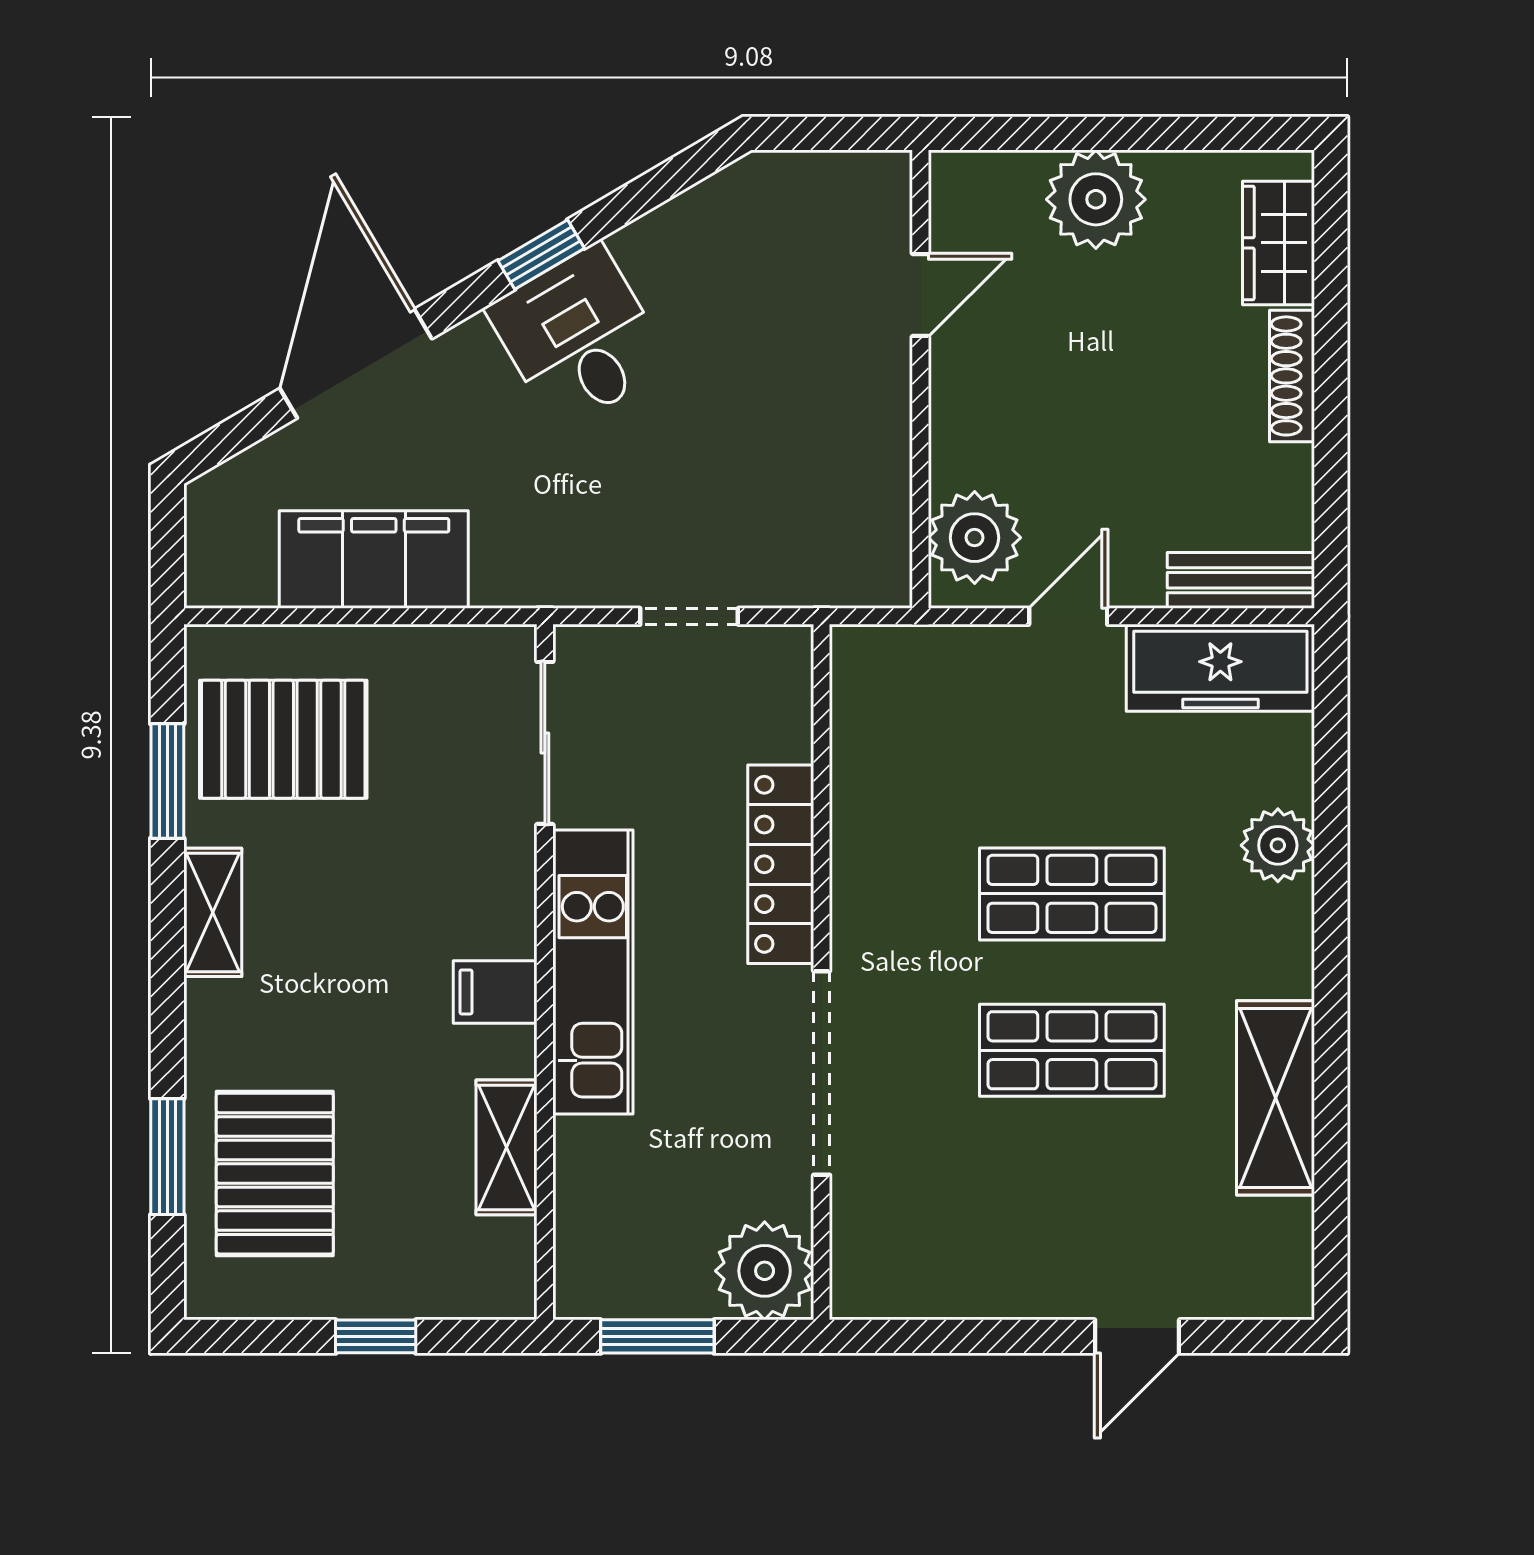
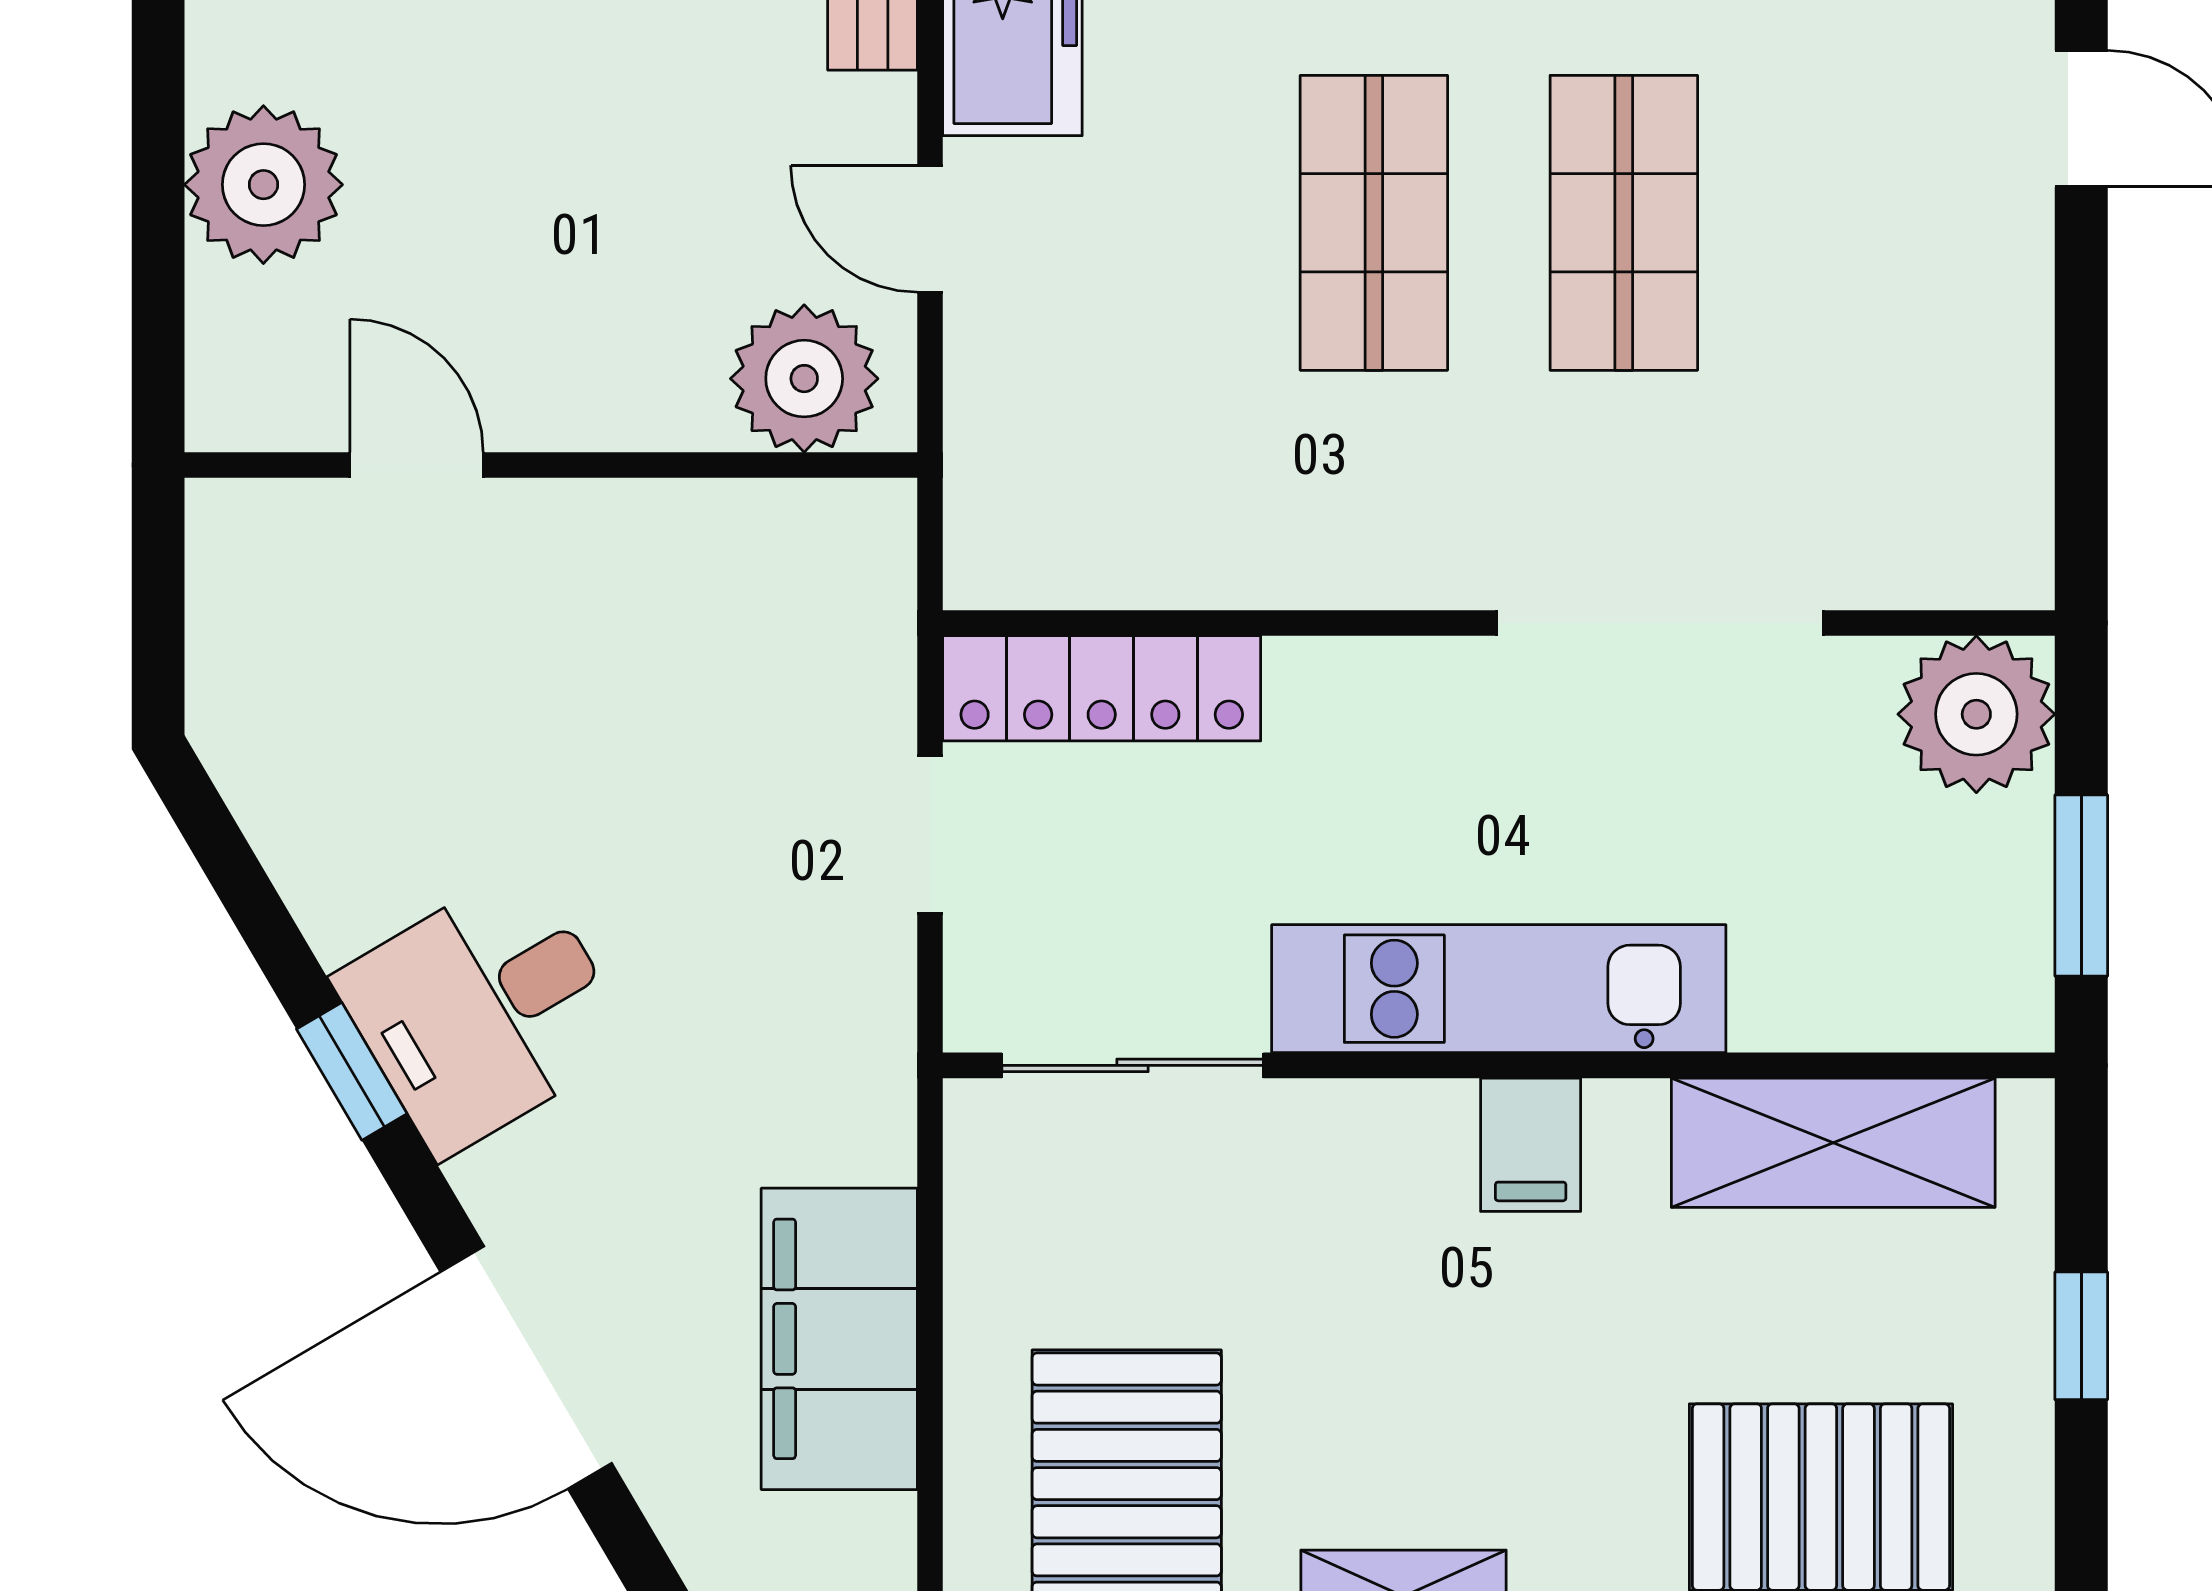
locker: (781, 864) -> (1102, 688), moved
shelving: (507, 1147) -> (1833, 1143), width x1.50, depth x1.33

